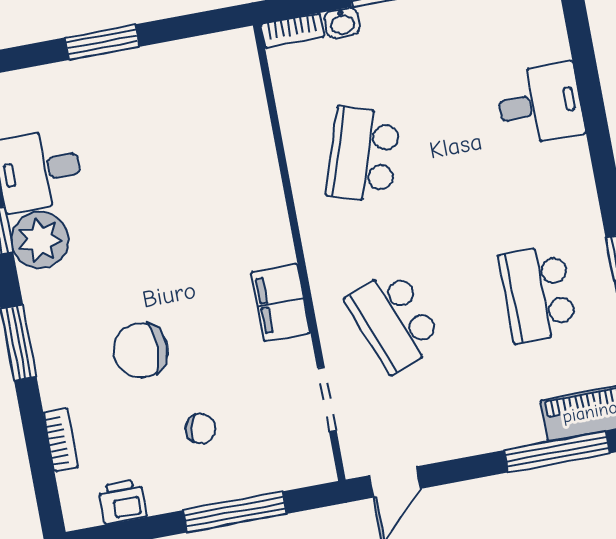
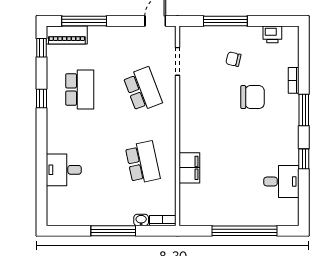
window: (102, 42) -> (244, 231), width x2.11
school desk: (363, 155) -> (143, 162), turned -30
plant: (40, 240) -> (287, 152), removed
filing cabinet: (281, 302) -> (189, 168), moved
bookcase: (61, 440) -> (294, 80), moved

